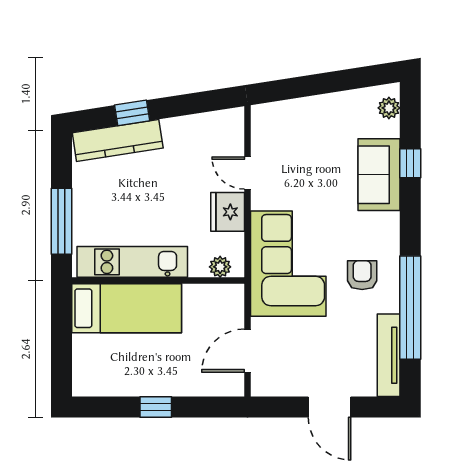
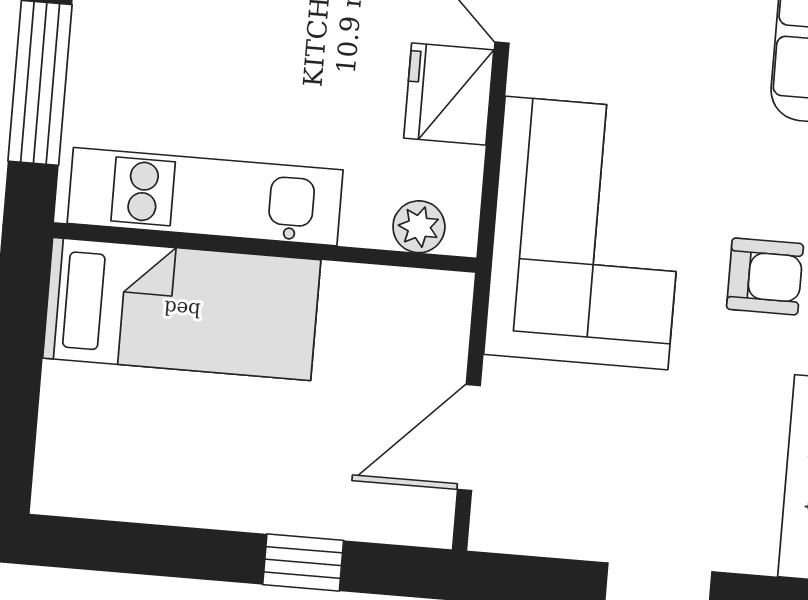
armchair: (362, 275) -> (765, 276), turned 90
window: (156, 407) -> (303, 562), moved

